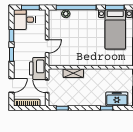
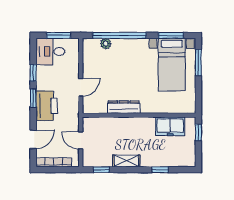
dresser: (79, 61) -> (124, 107), added
printer: (38, 68) -> (47, 106), moved, turned 180
shelving: (73, 73) -> (126, 161), moved
freezer: (117, 99) -> (170, 126), moved, turned 180

